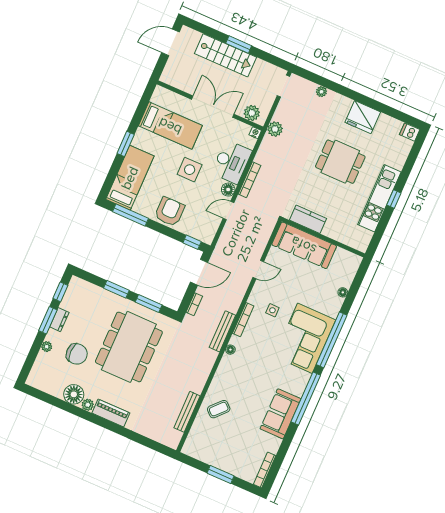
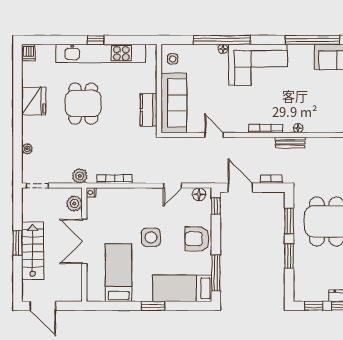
desk: (232, 162) -> (127, 202), removed
bookcase: (249, 180) -> (115, 179), moved
floor lamp: (228, 190) -> (199, 194), moved
kitchen unit: (379, 198) -> (101, 53), width x1.36
door: (229, 211) -> (172, 186), hinge flipped
floor lamp: (343, 292) -> (223, 49), moved
side table: (272, 310) -> (173, 59), moved
bench: (222, 331) -> (290, 143), width x0.73
window: (332, 340) -> (222, 40), moved

